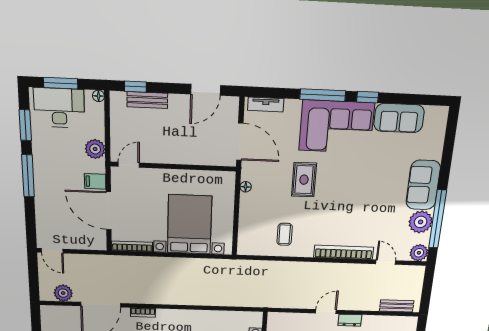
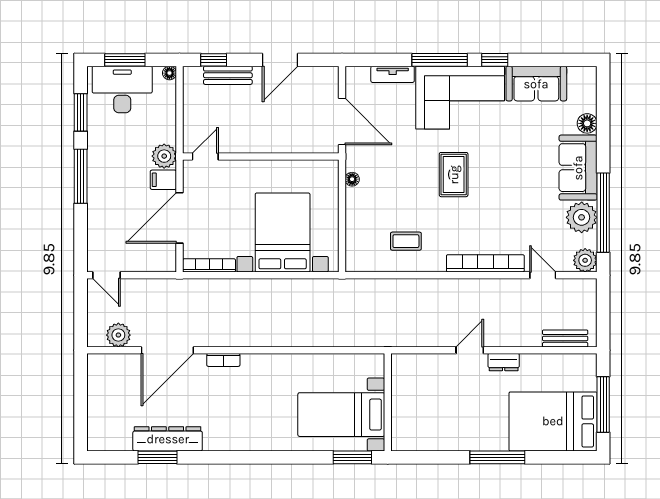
door: (206, 90) -> (280, 60), moved
tv unit: (266, 105) -> (393, 74), moved
plant: (95, 149) -> (164, 156), moved
floor lamp: (435, 151) -> (587, 123), added
rug: (304, 180) -> (454, 175), moved
door: (109, 211) -> (180, 218), hinge flipped
coffee table: (285, 234) -> (406, 241), turned 90

